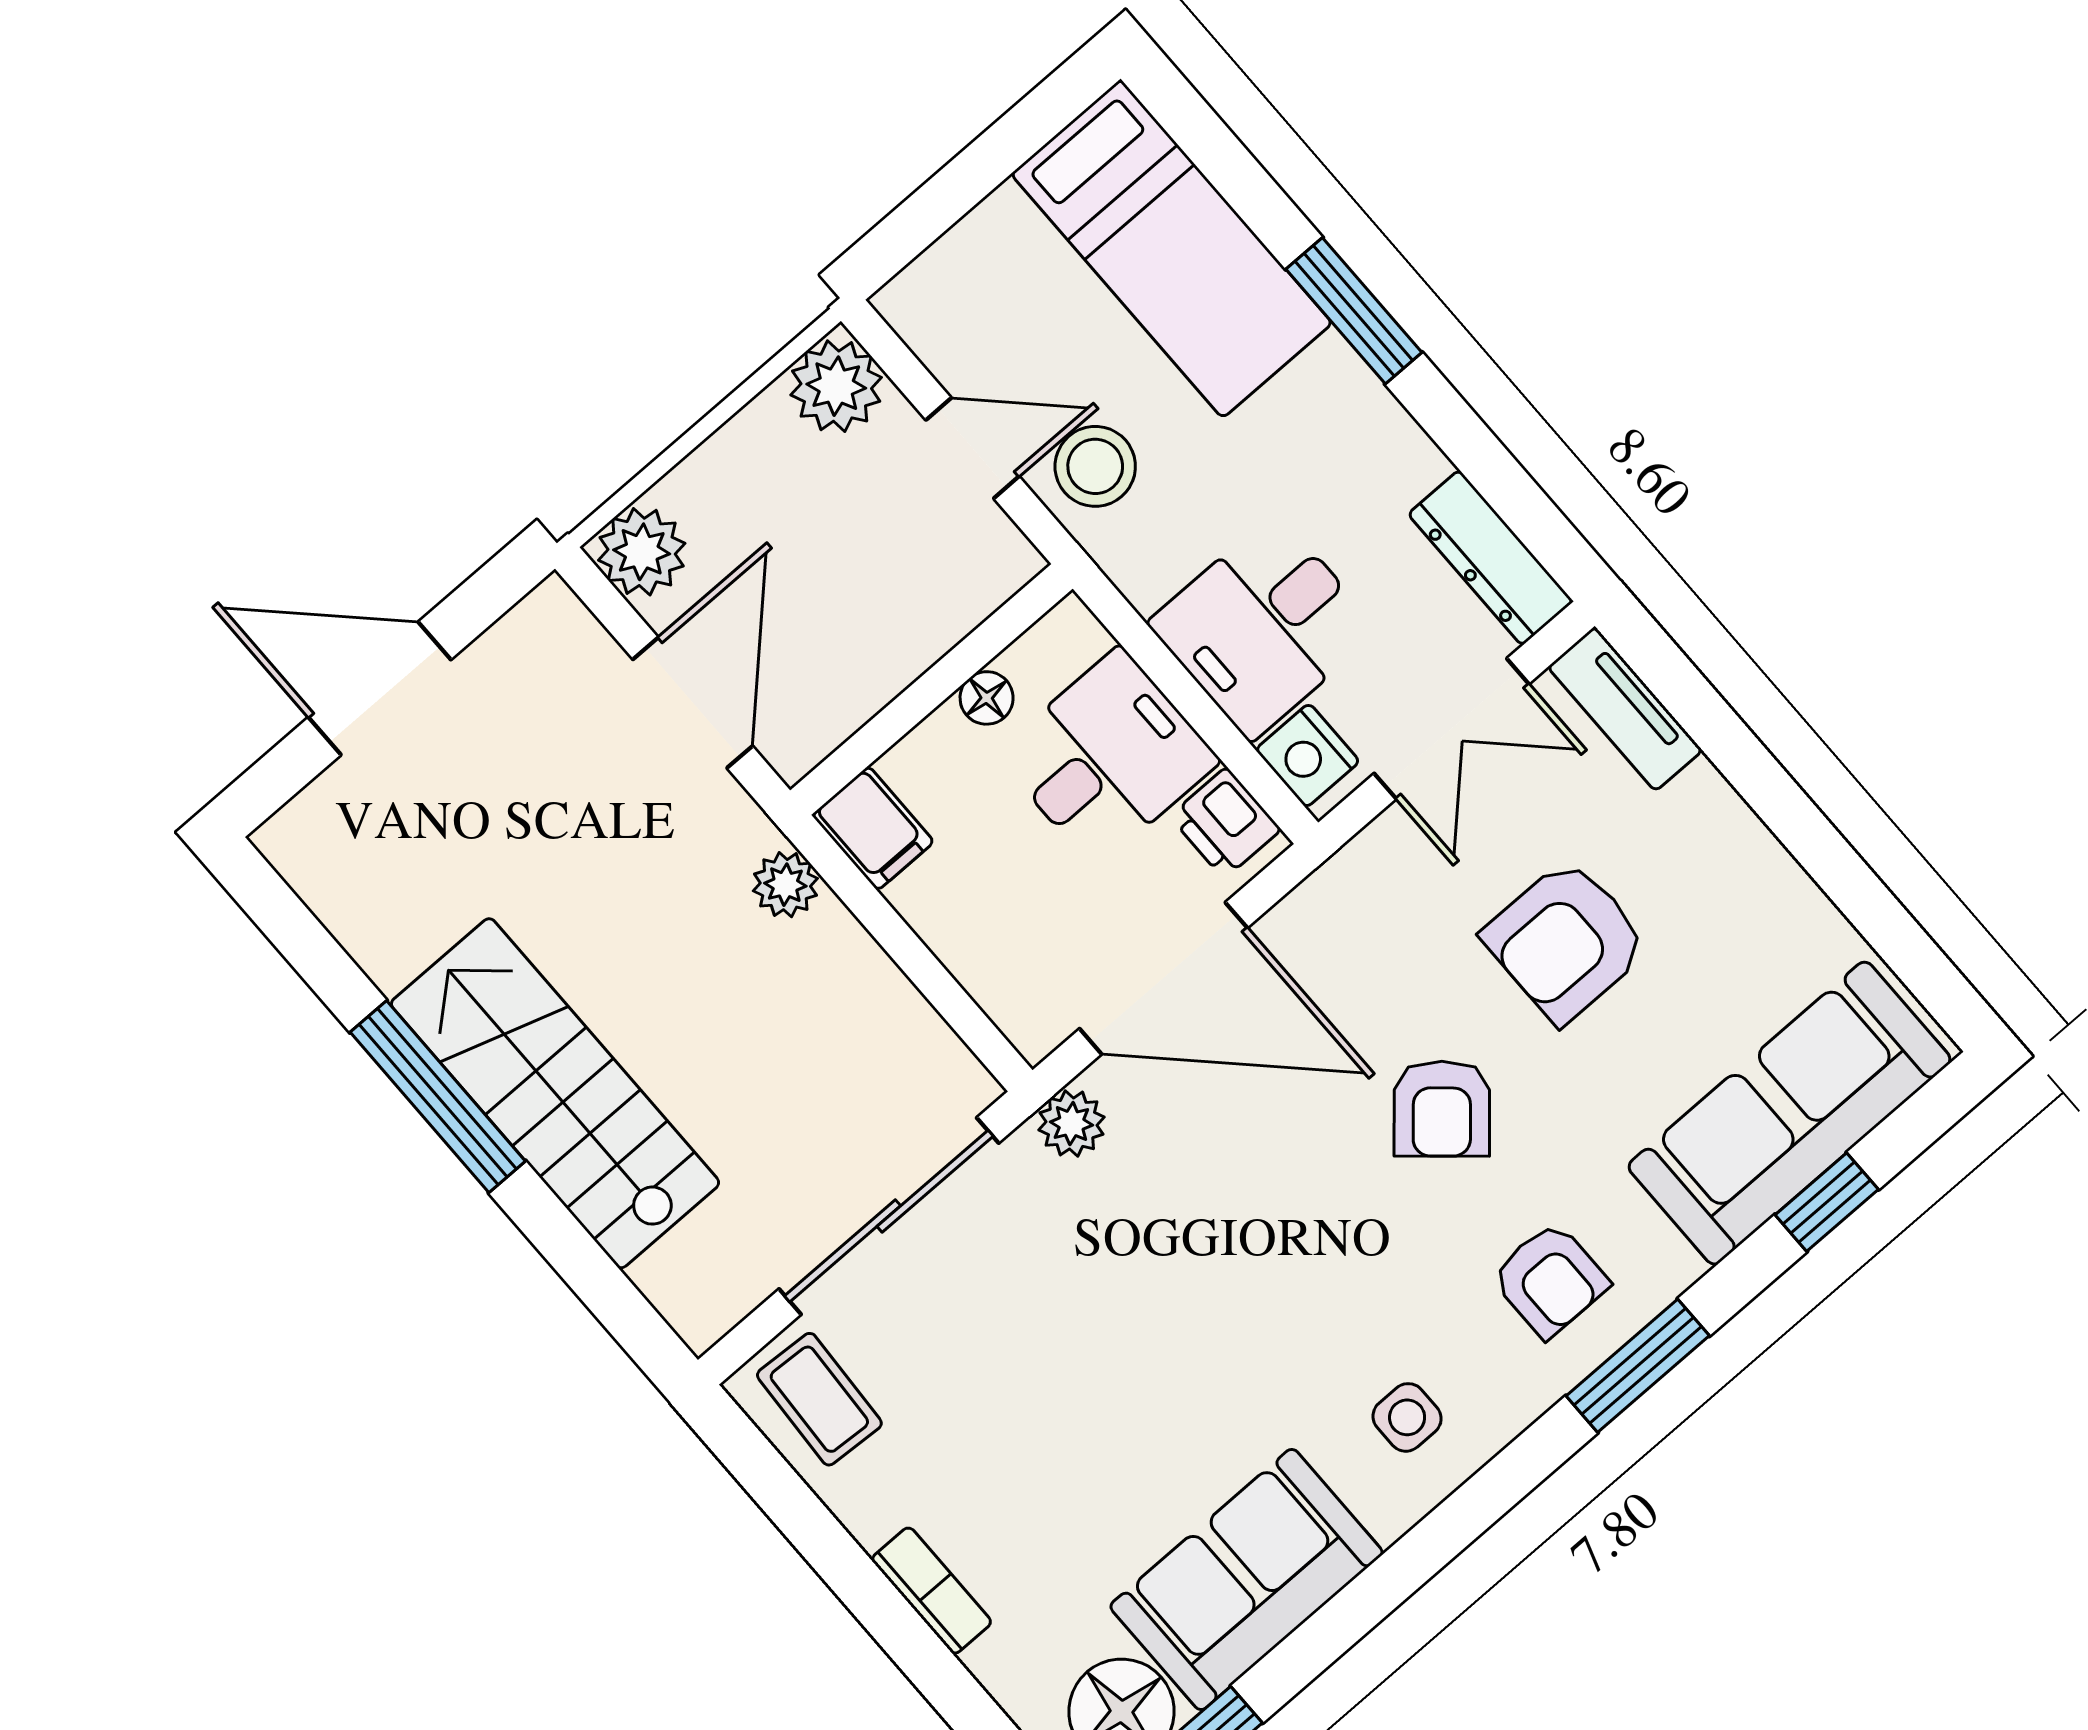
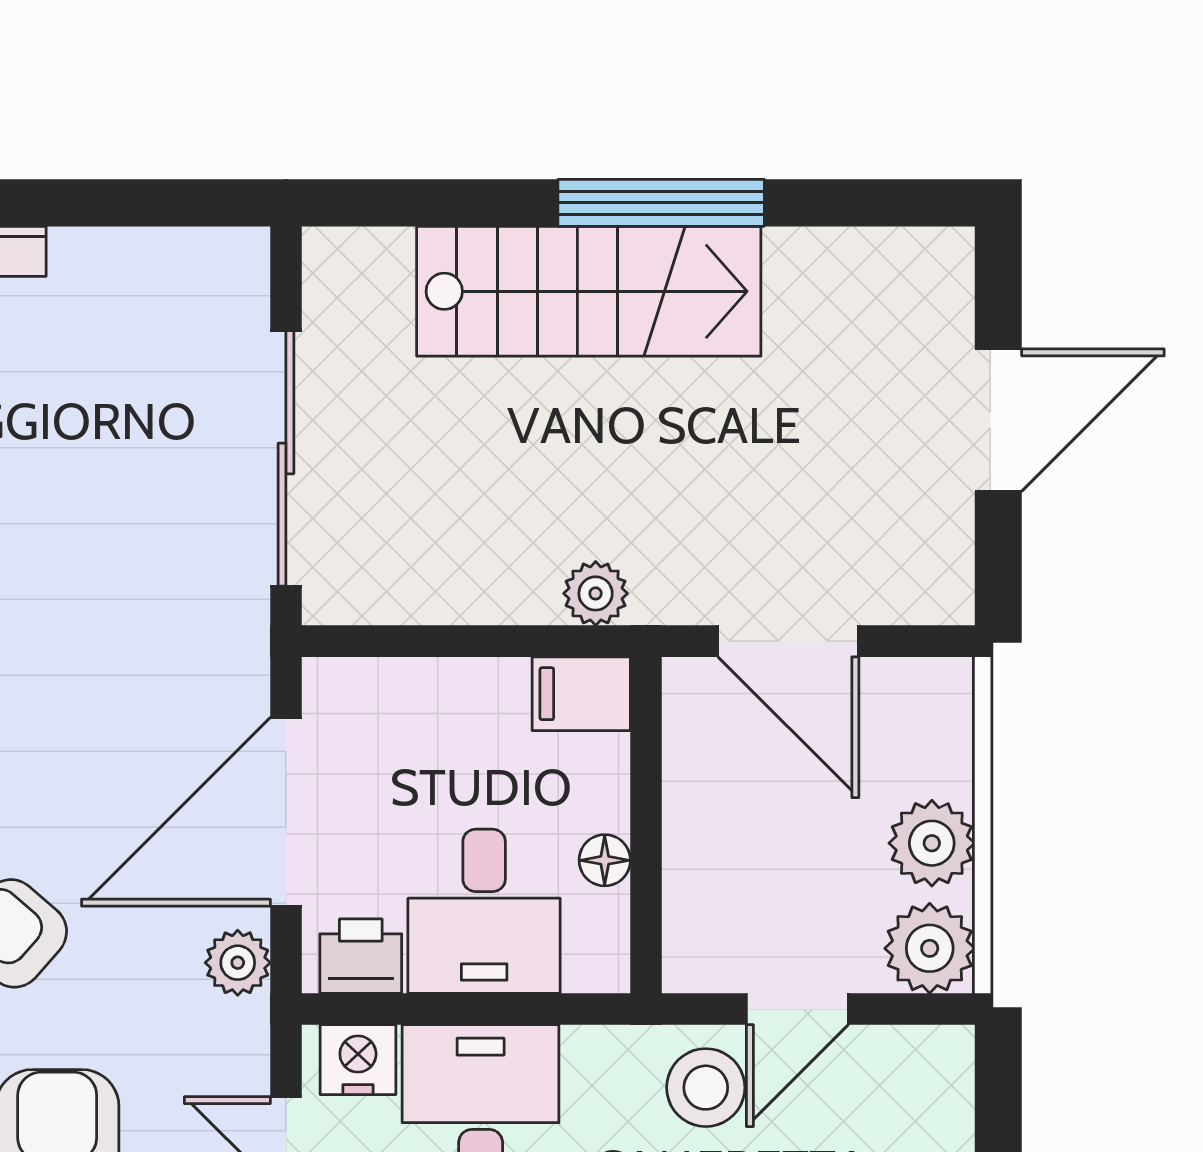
plant: (642, 552) -> (932, 843), moved
plant: (1071, 1124) -> (238, 963), moved
coffee table: (819, 1399) -> (196, 291), removed

